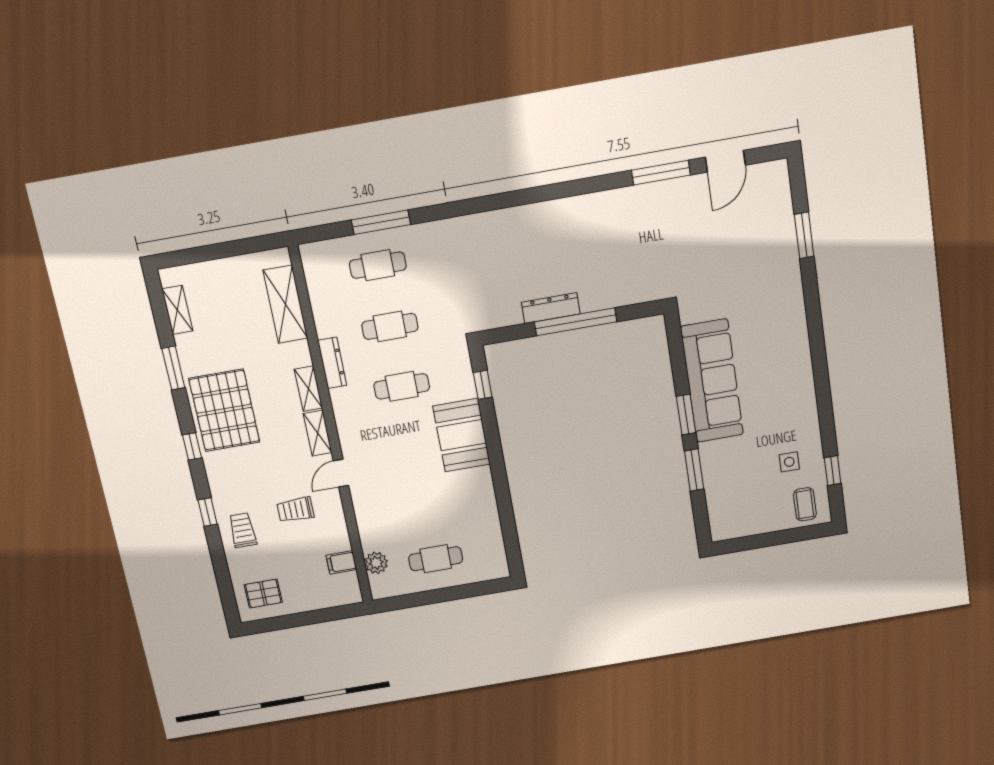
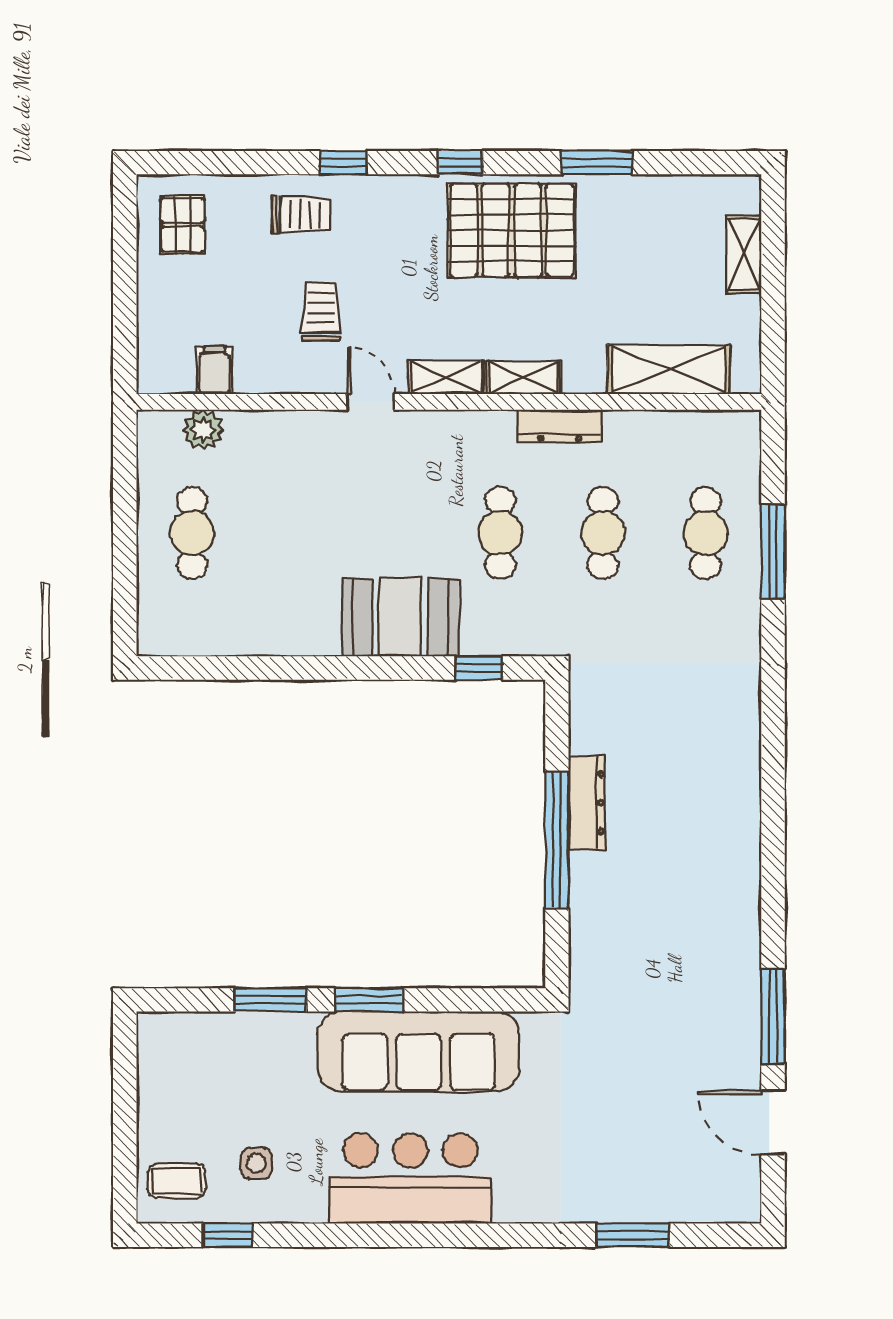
shelving: (177, 310) -> (744, 254), moved, turned 90
bar counter: (787, 373) -> (410, 1178), added

